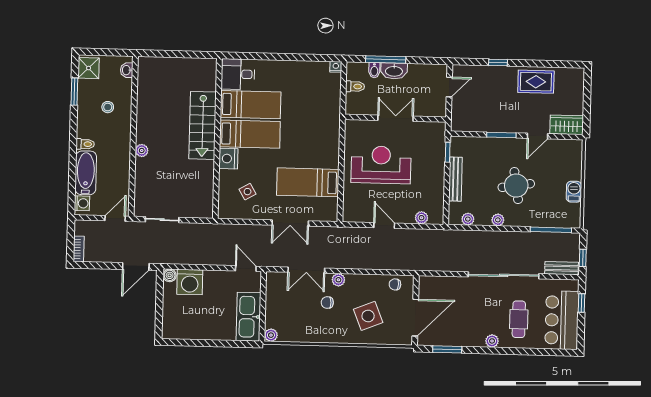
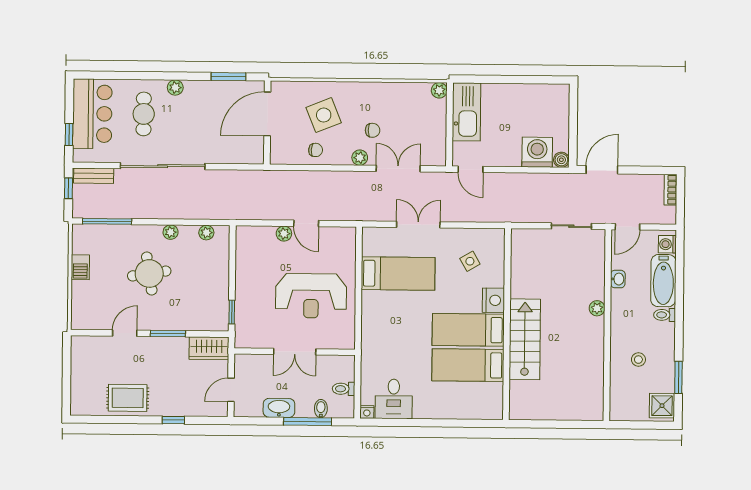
washbasin: (127, 70) -> (618, 279), moved
washbasin: (394, 71) -> (279, 408), moved
desk: (238, 74) -> (394, 399), moved, turned 90
wardrobe: (567, 125) -> (209, 348), moved
bench: (455, 179) -> (222, 280), removed
plant: (422, 218) -> (284, 234), moved
chair: (395, 284) -> (316, 150), moved

